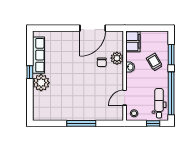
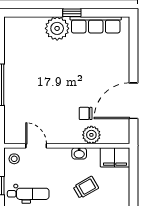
door: (93, 28) -> (134, 101), hinge flipped

